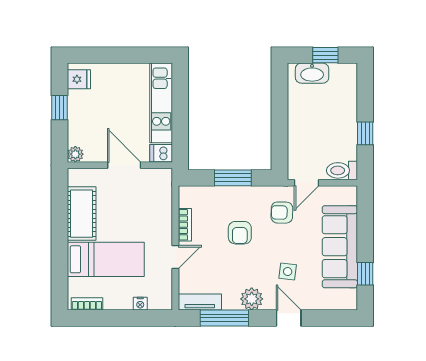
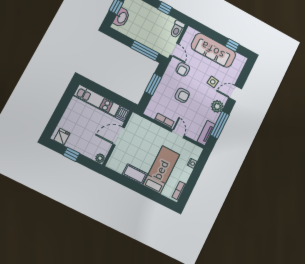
window: (279, 137) -> (145, 51), added
cot: (82, 214) -> (135, 174), width x0.73, depth x0.75

